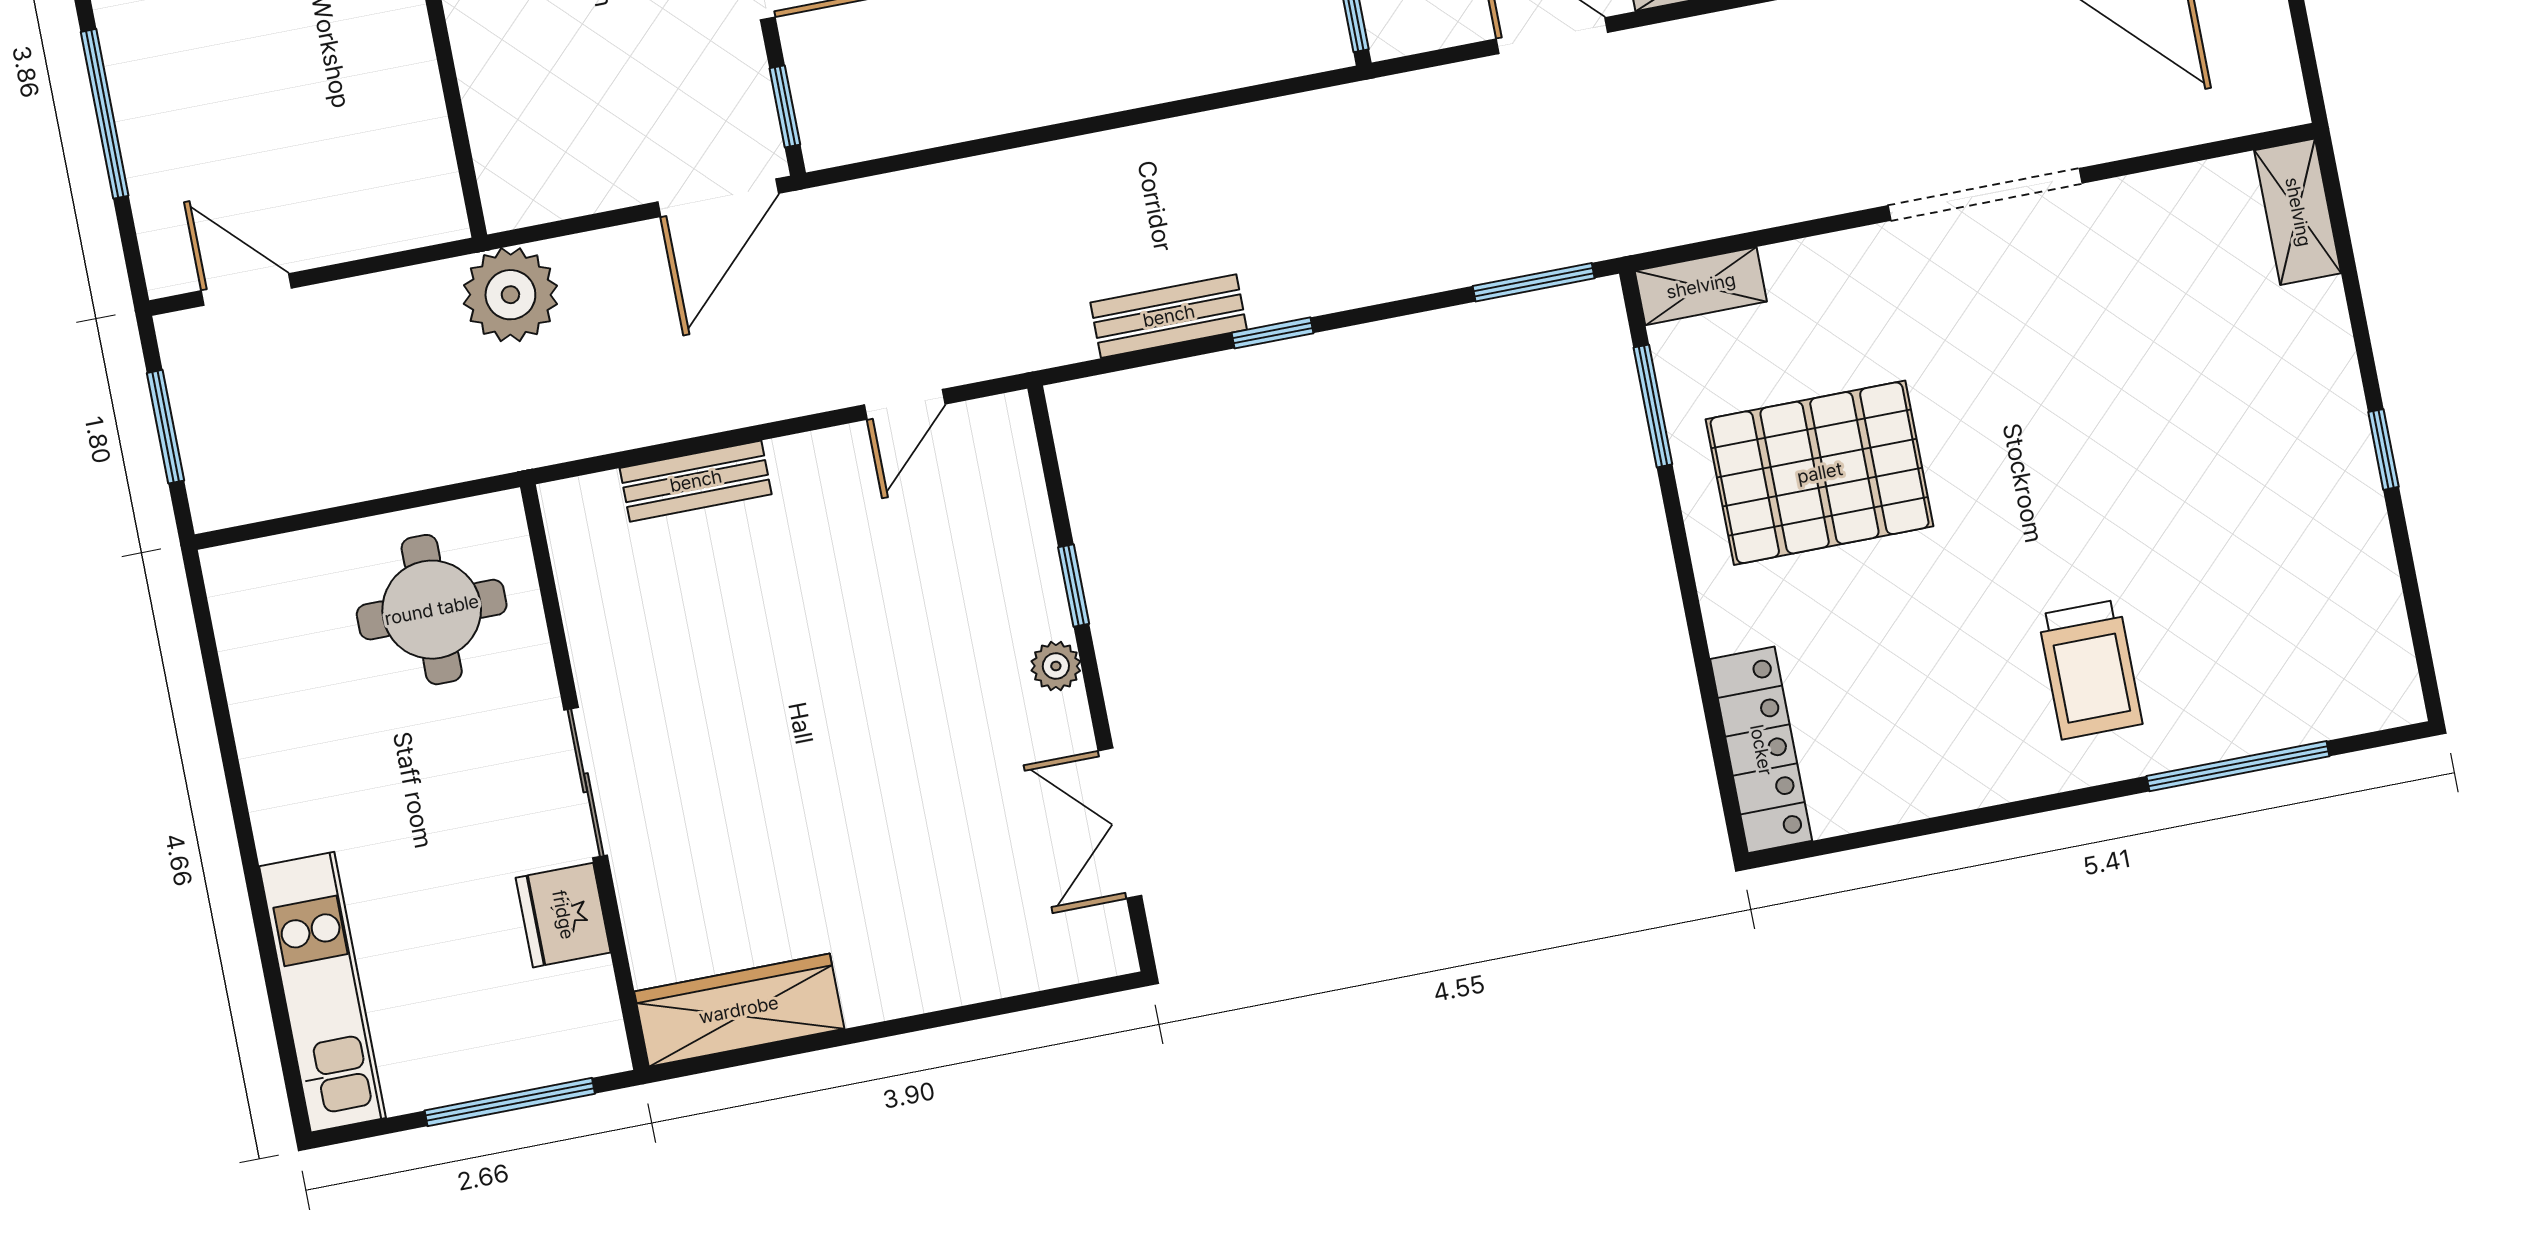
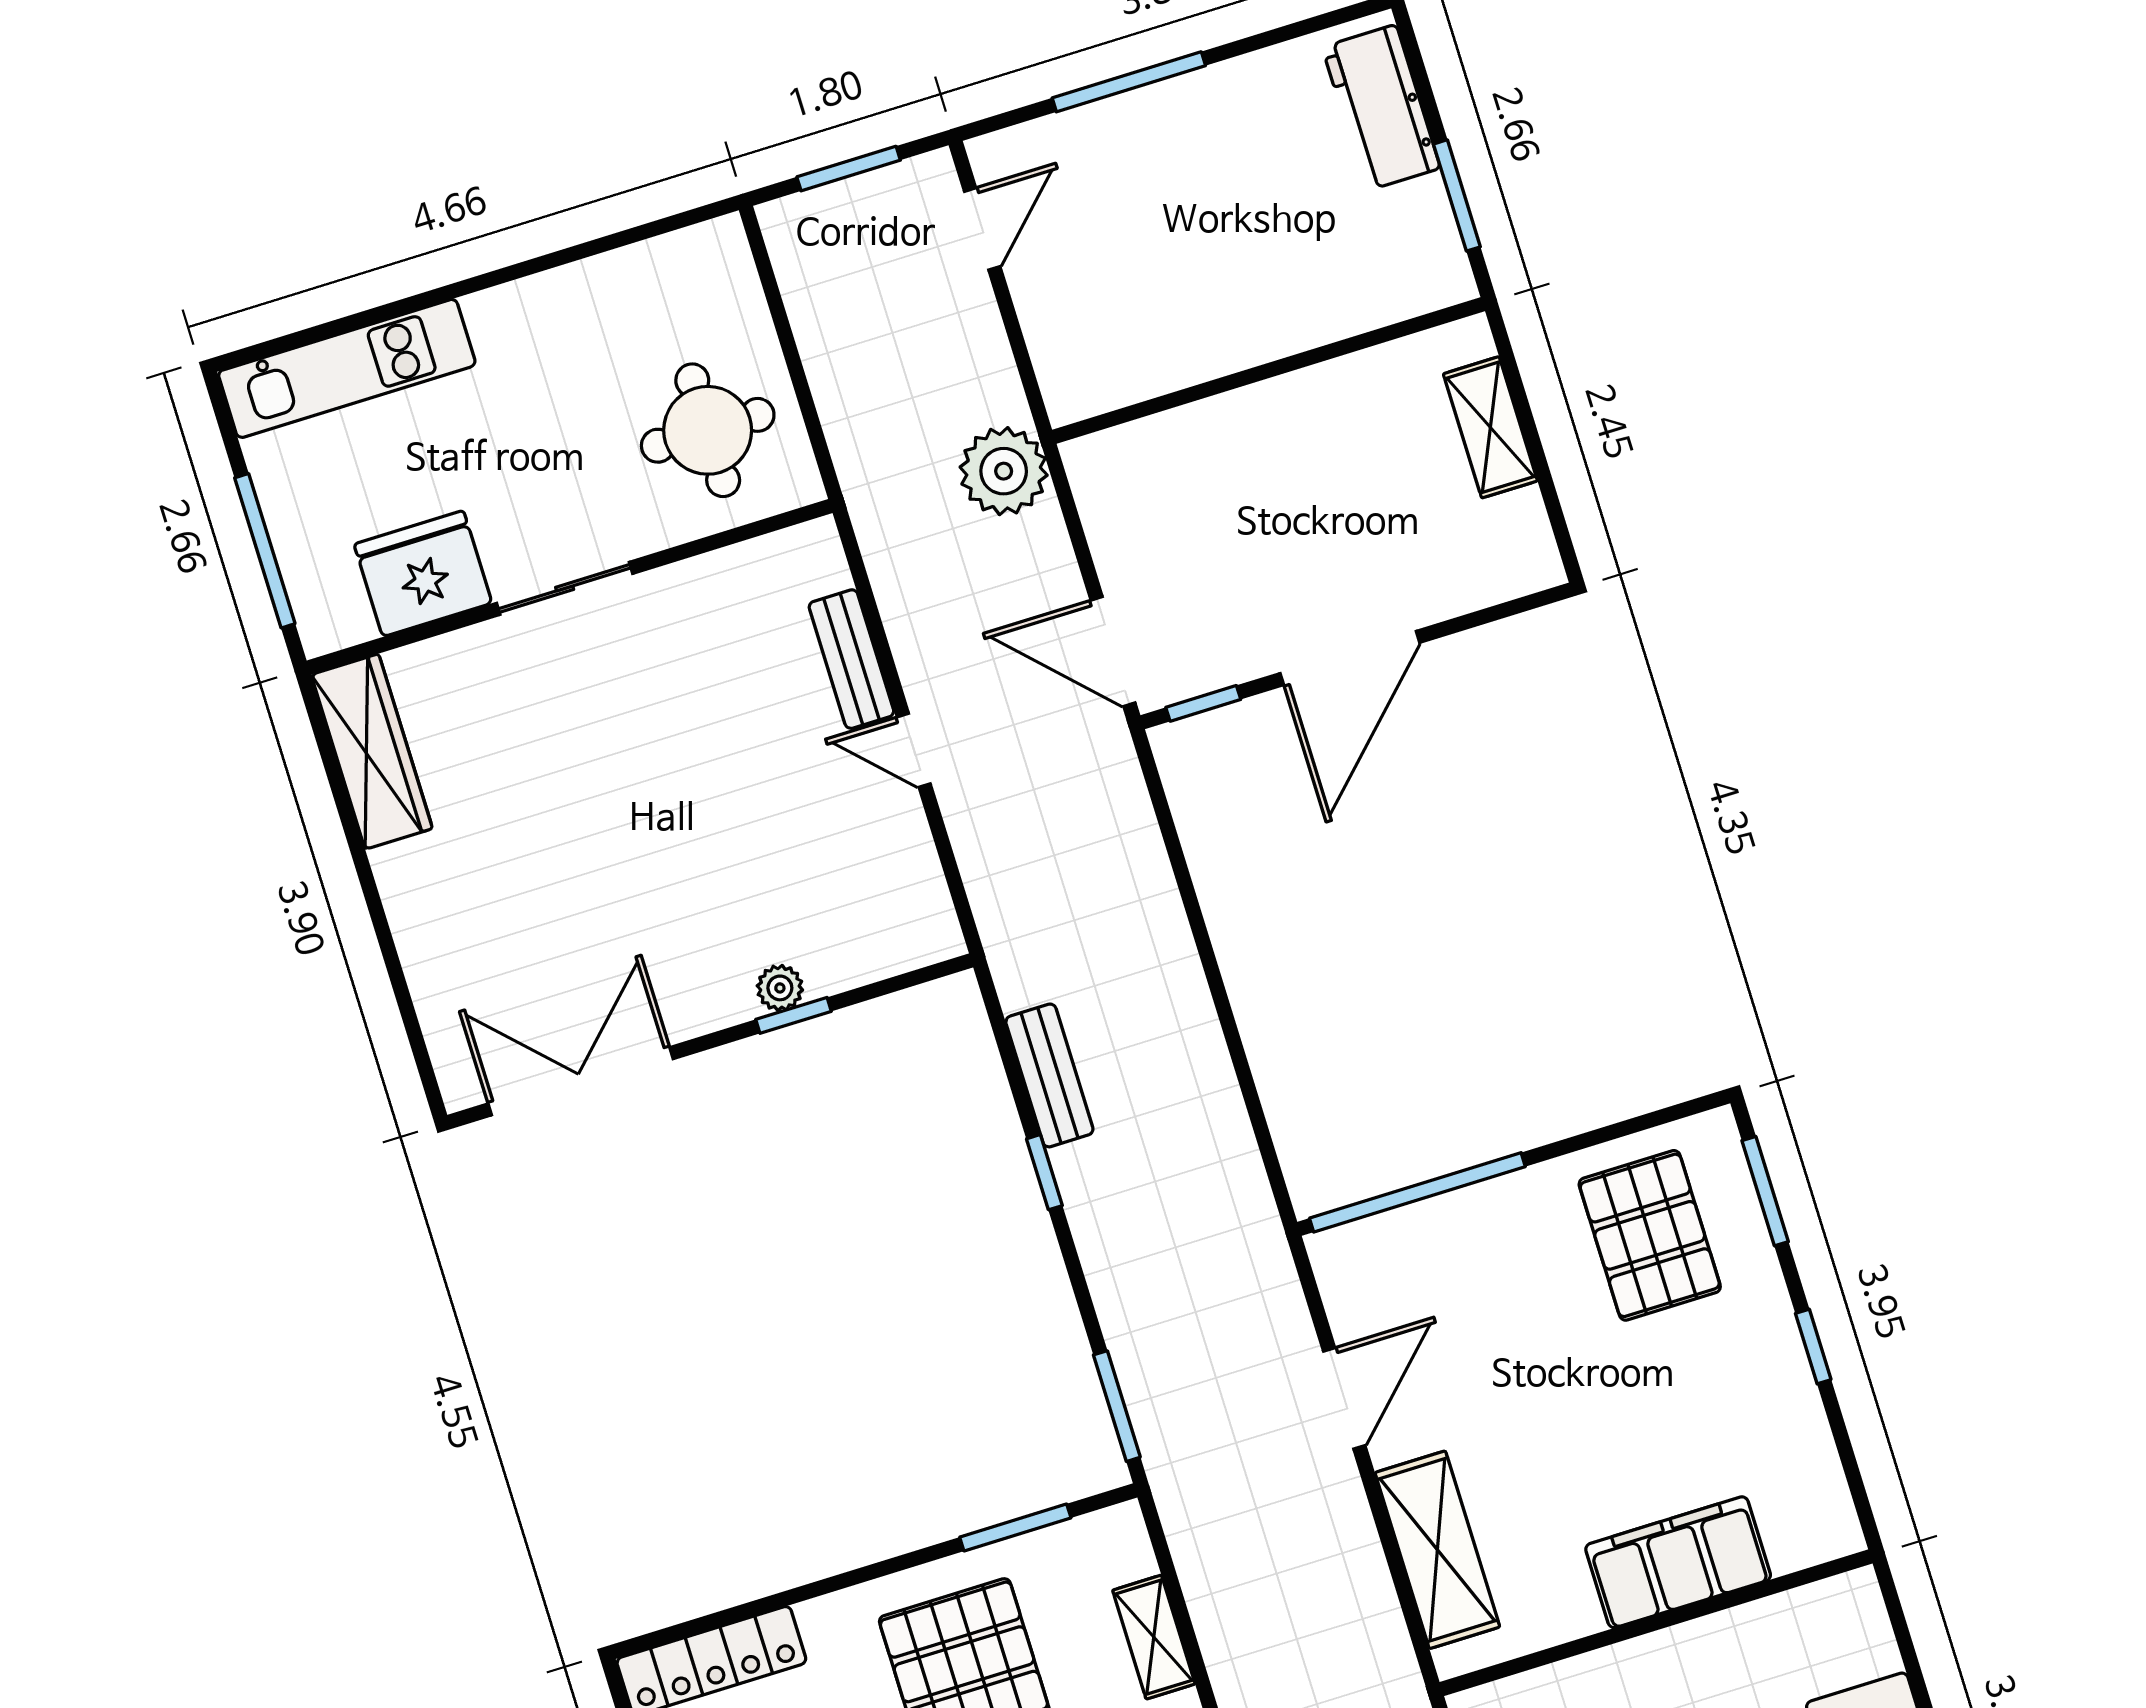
shelving: (1701, 286) -> (1154, 1637), moved
door: (905, 404) -> (914, 750), moved
plant: (1056, 666) -> (780, 988), moved
double door: (1120, 823) -> (581, 1081), width x1.37
fridge: (563, 915) -> (423, 574), width x1.36, depth x1.34

